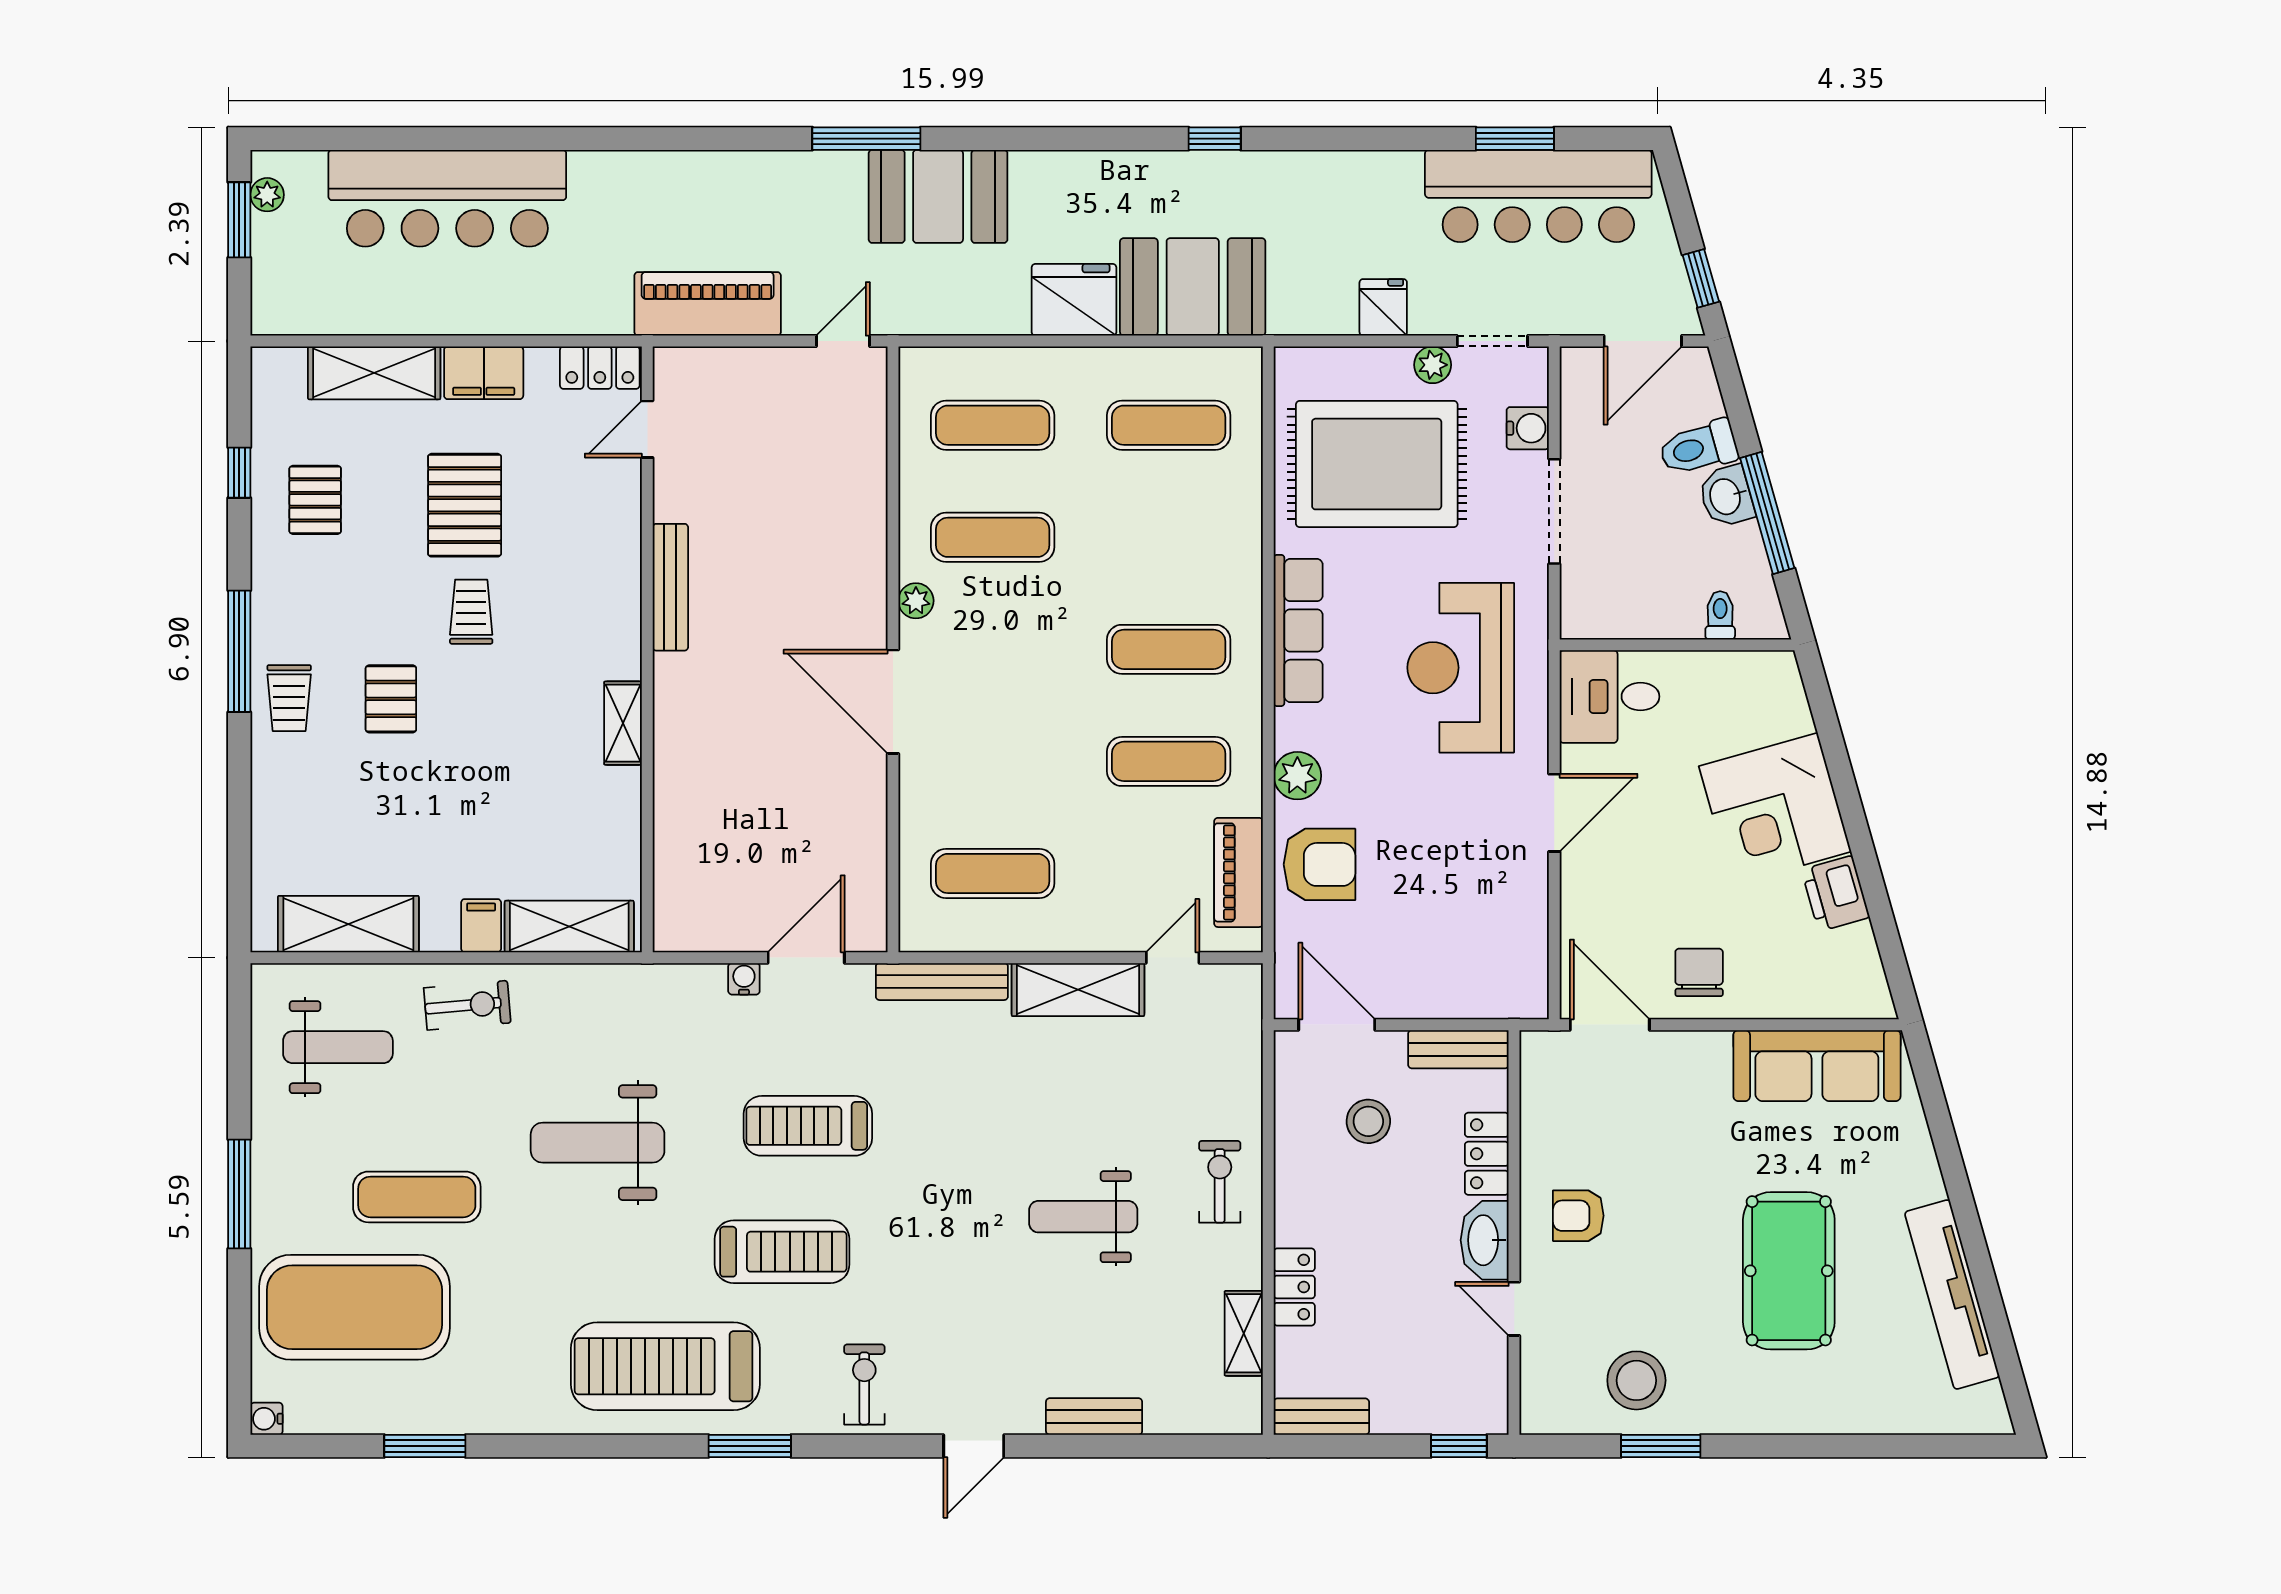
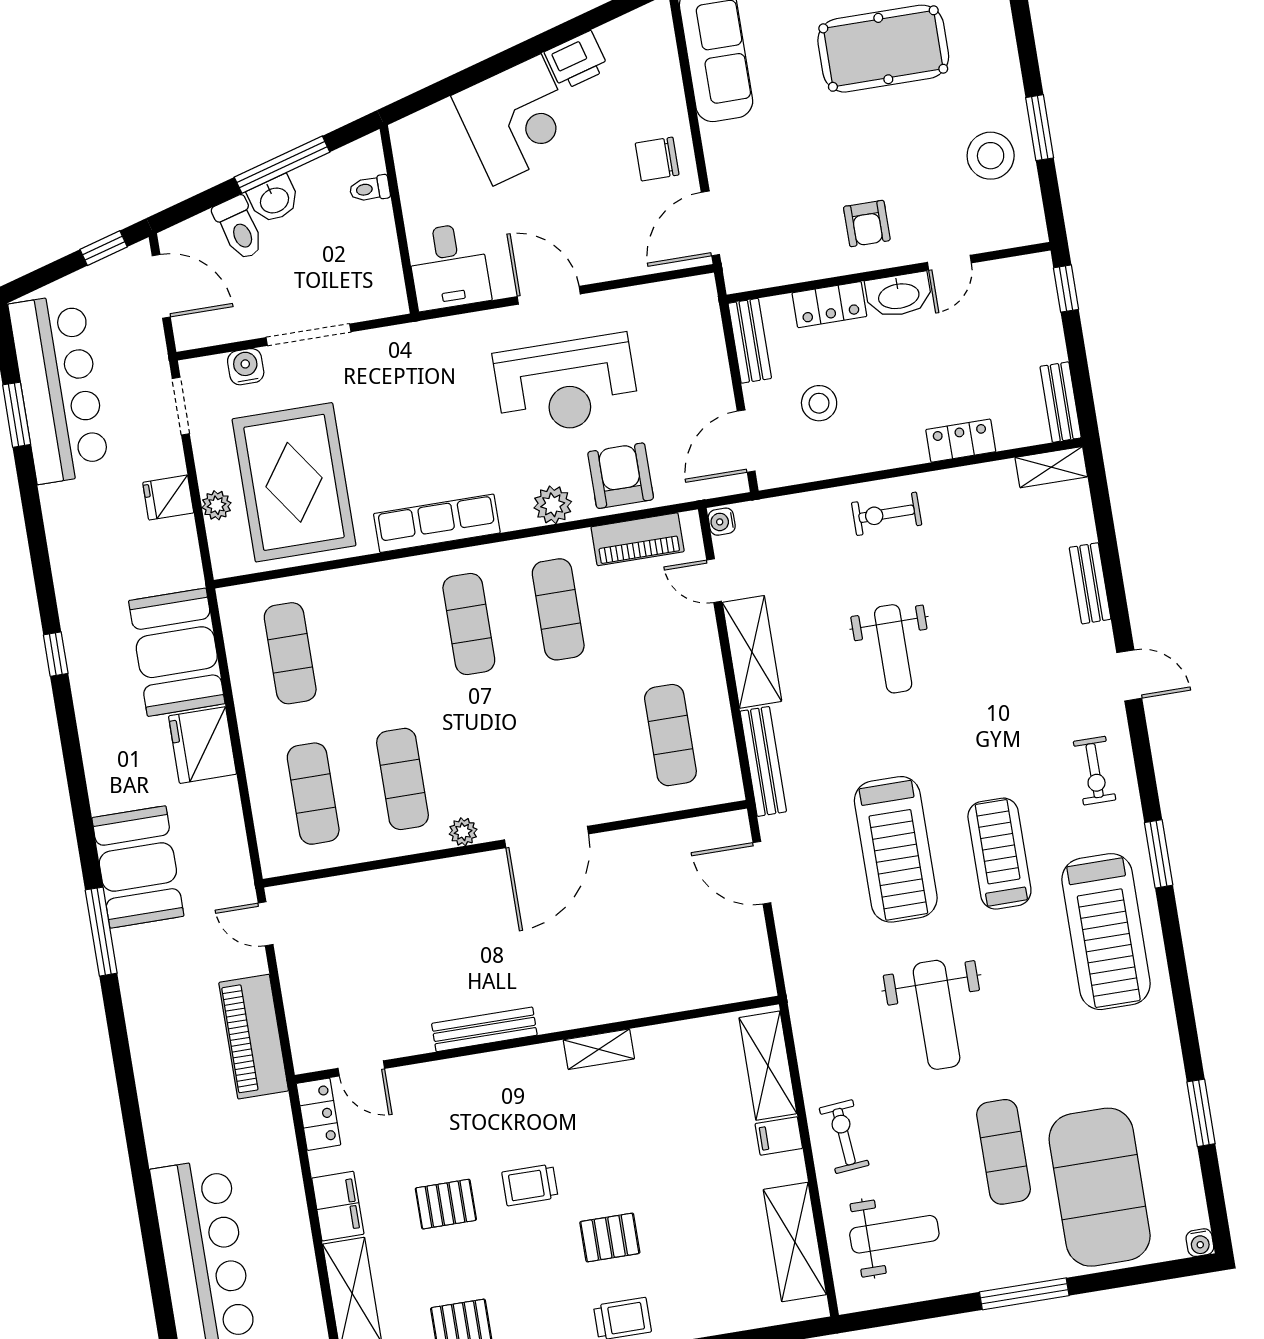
plant: (1433, 365) -> (217, 505), moved
pallet: (465, 505) -> (446, 1204), width x0.67, depth x0.71
reception desk: (1461, 668) -> (566, 385), moved
water cooler: (744, 979) -> (722, 522), moved
weight bench: (338, 1047) -> (894, 1234), turned 90
treadmill: (808, 1126) -> (896, 849), width x1.37, depth x1.38
weight bench: (1083, 1217) -> (893, 649), moved
shelving: (1244, 1333) -> (1051, 467), moved
exercise bike: (864, 1384) -> (1095, 771), turned -90

